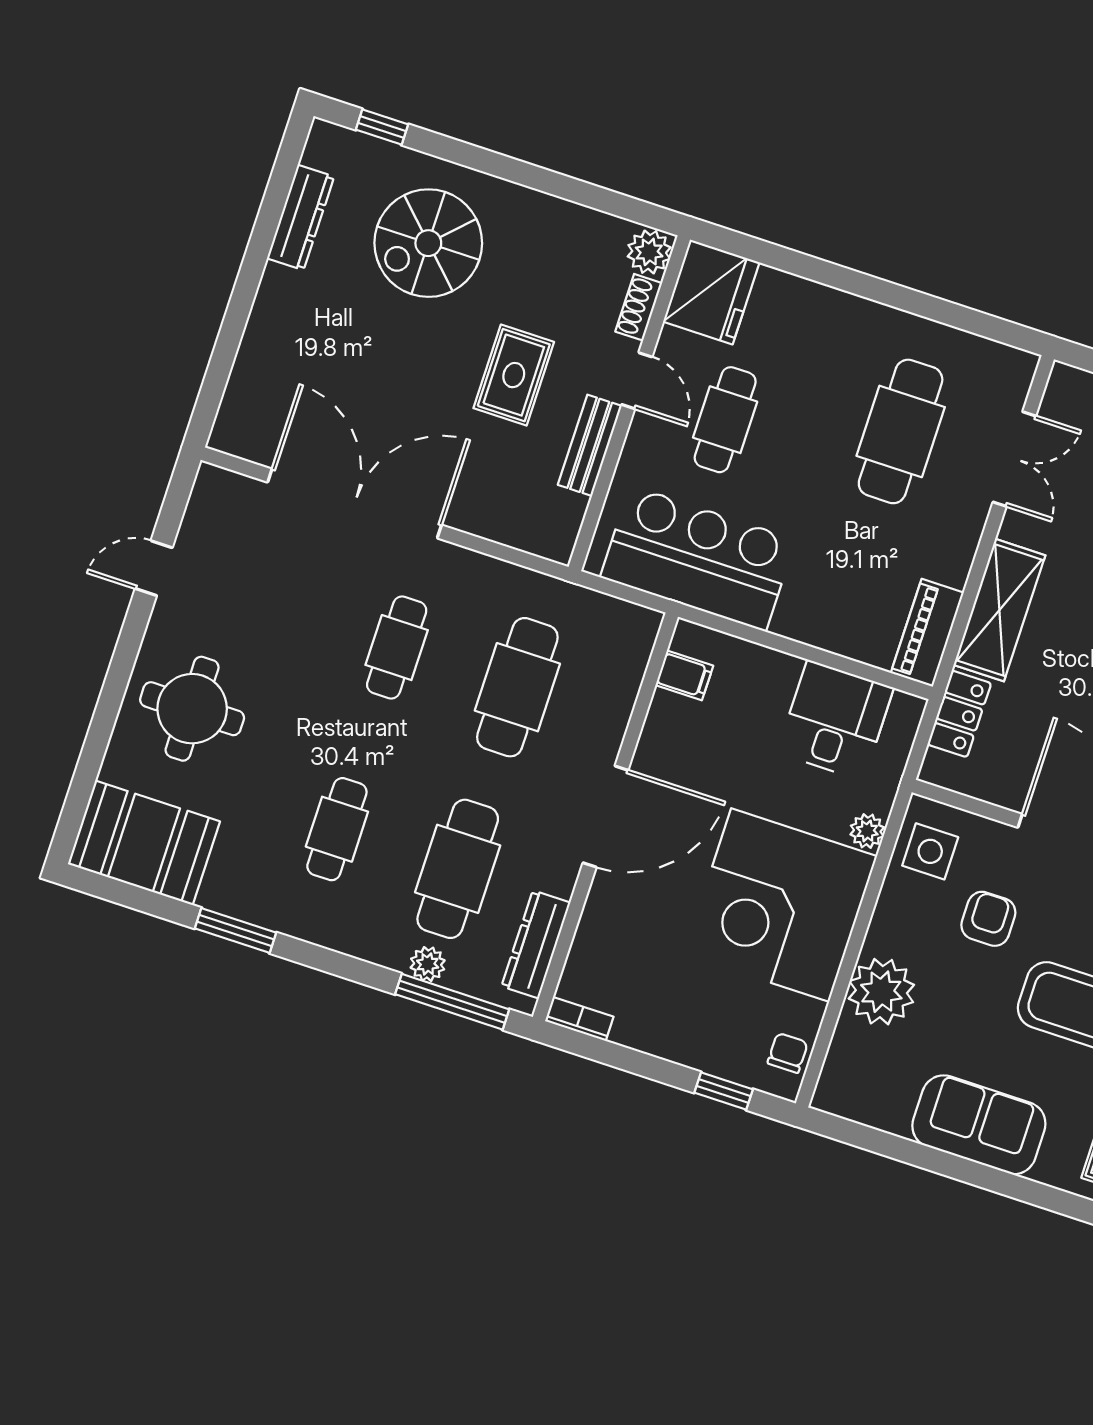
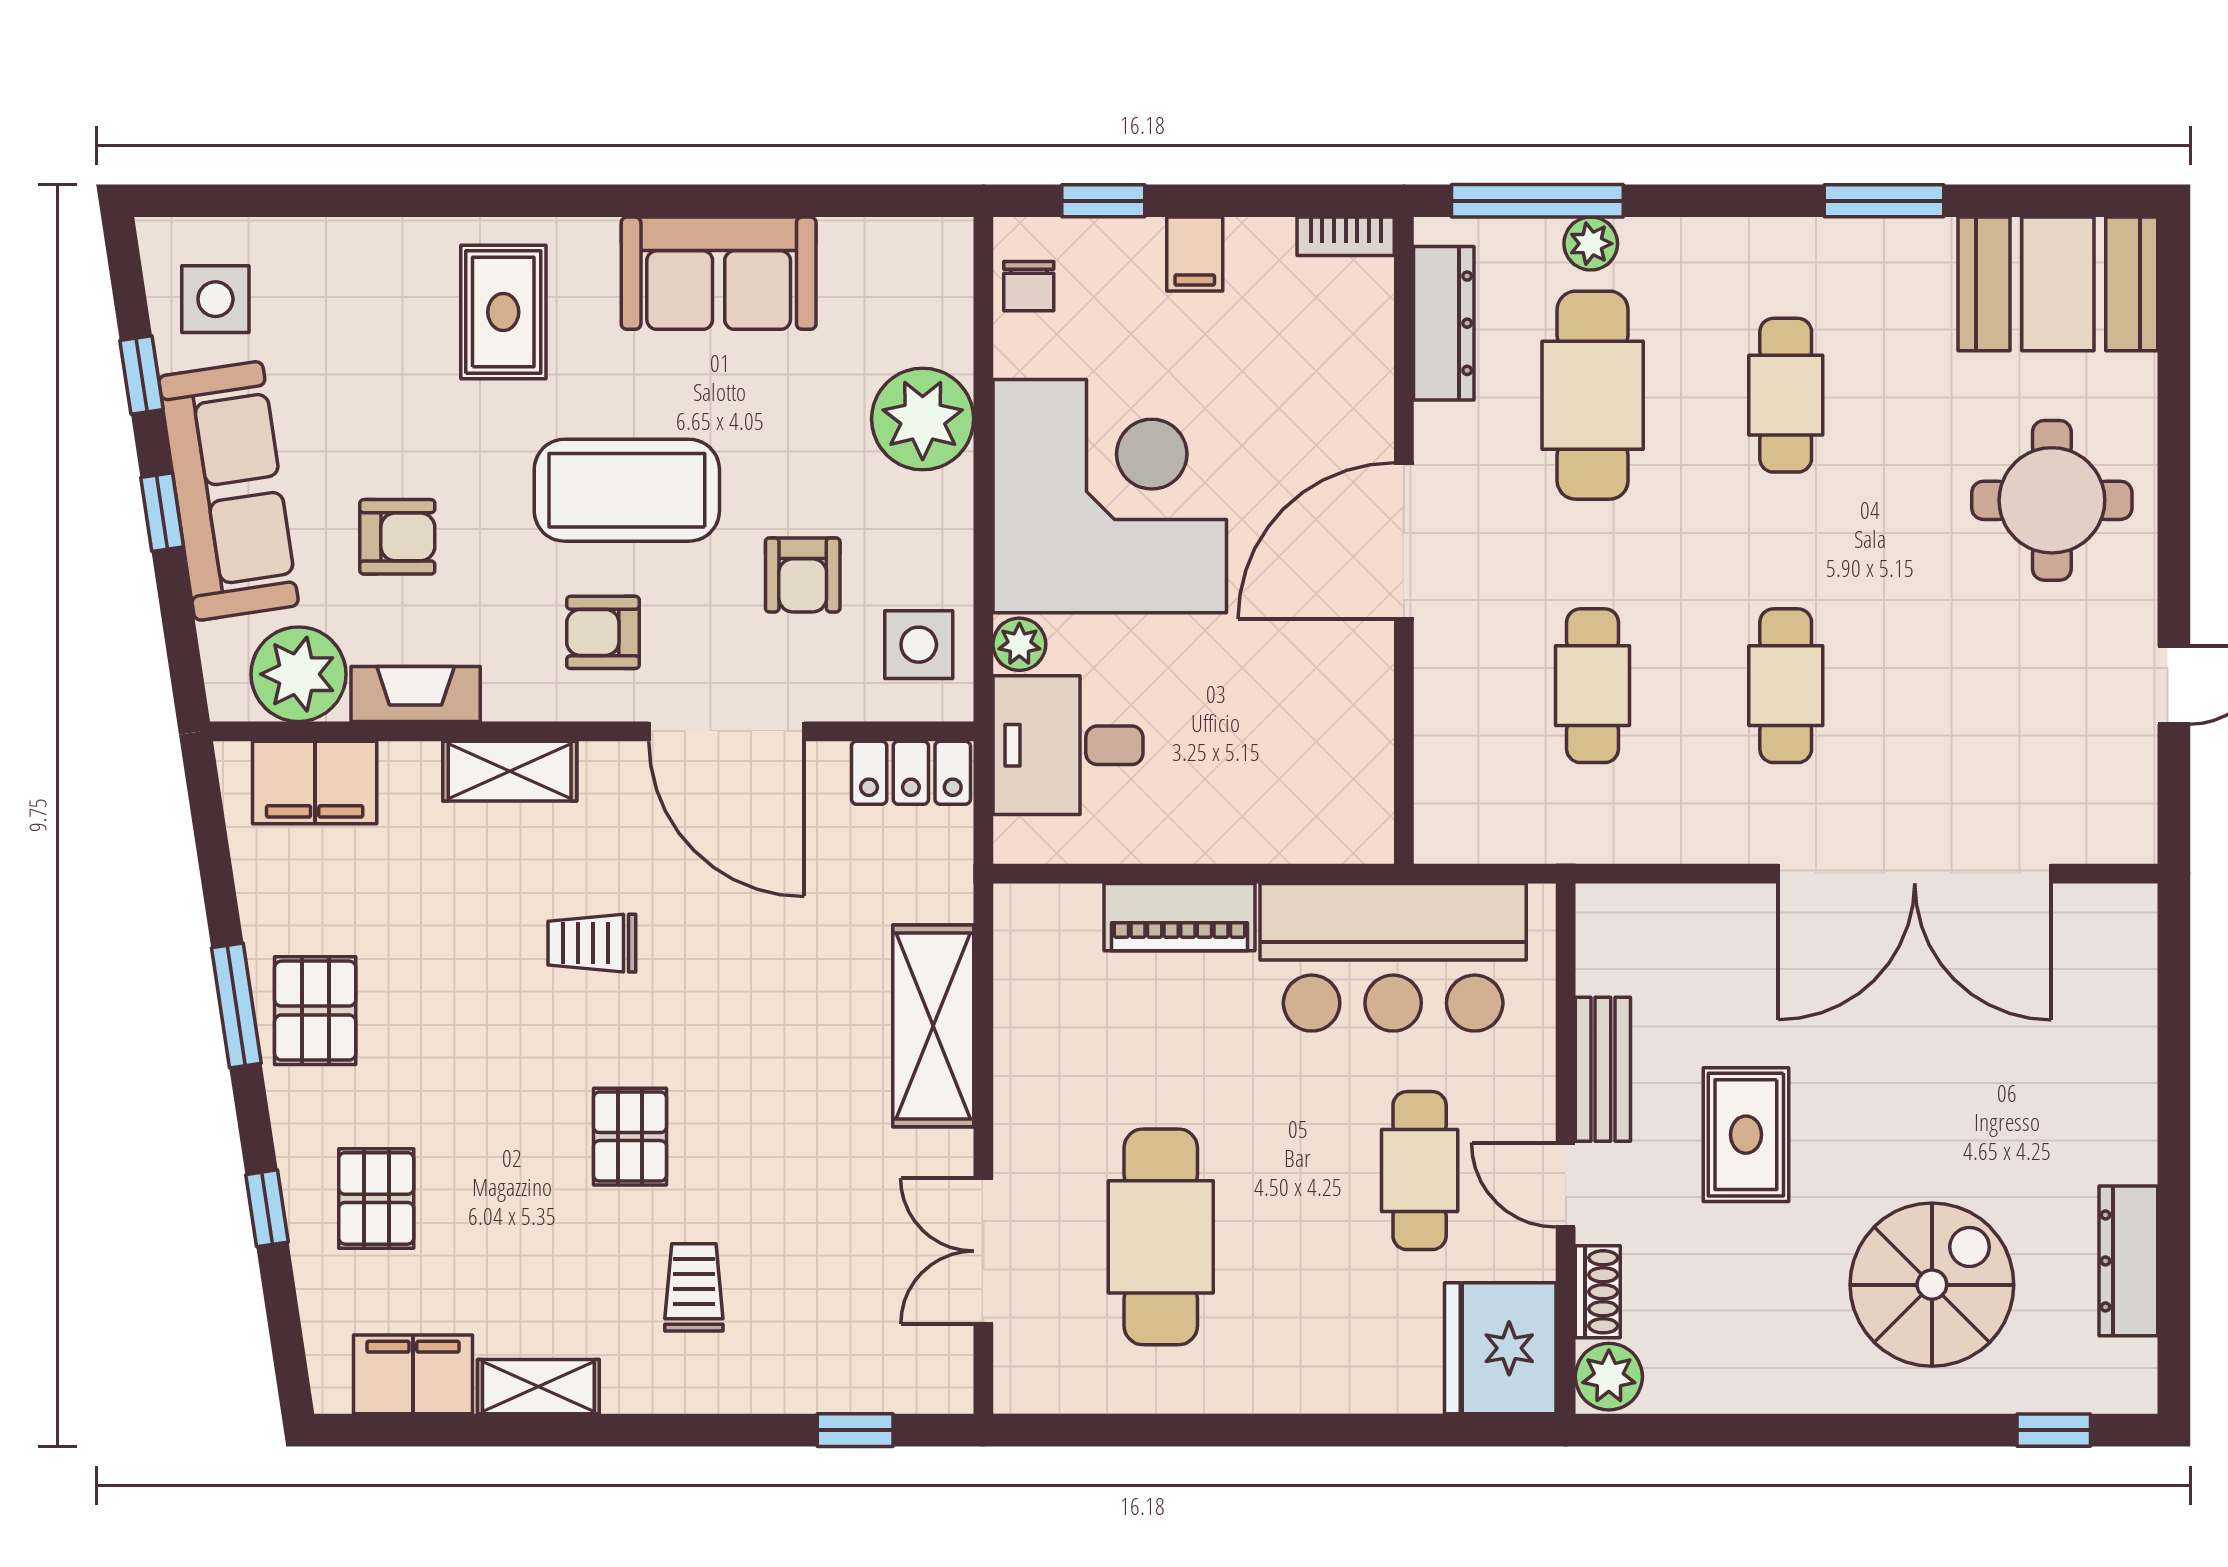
piano: (927, 633) -> (1179, 917), moved, turned 90
filing cabinet: (684, 675) -> (1195, 254), moved, turned -90
cafe table: (517, 687) -> (1593, 686), width x0.73, depth x0.74
locker: (959, 714) -> (911, 773), moved, turned -90
desk: (835, 720) -> (1068, 745), moved, turned 90

